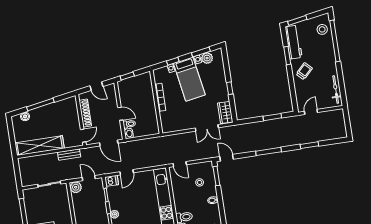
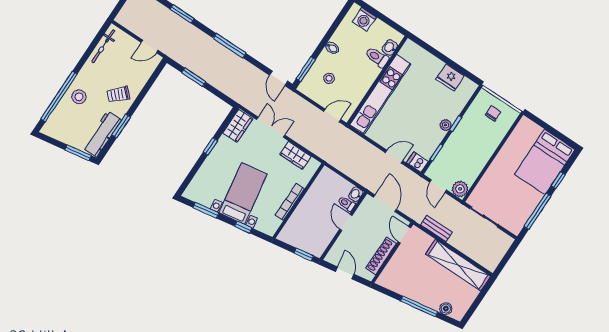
stool: (322, 29) -> (79, 97), moved
plant: (207, 58) -> (205, 198), removed
wardrobe: (180, 125) -> (295, 155), added
door: (83, 136) -> (404, 235), hinge flipped
door: (180, 164) -> (332, 115), hinge flipped

